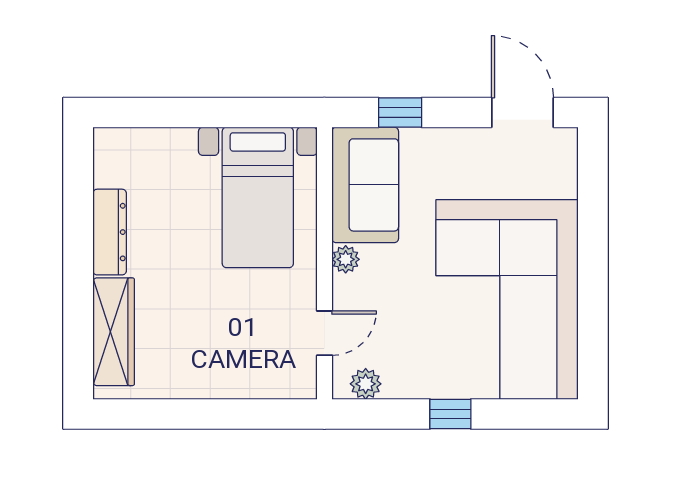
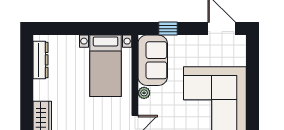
dresser: (110, 232) -> (41, 60), moved

